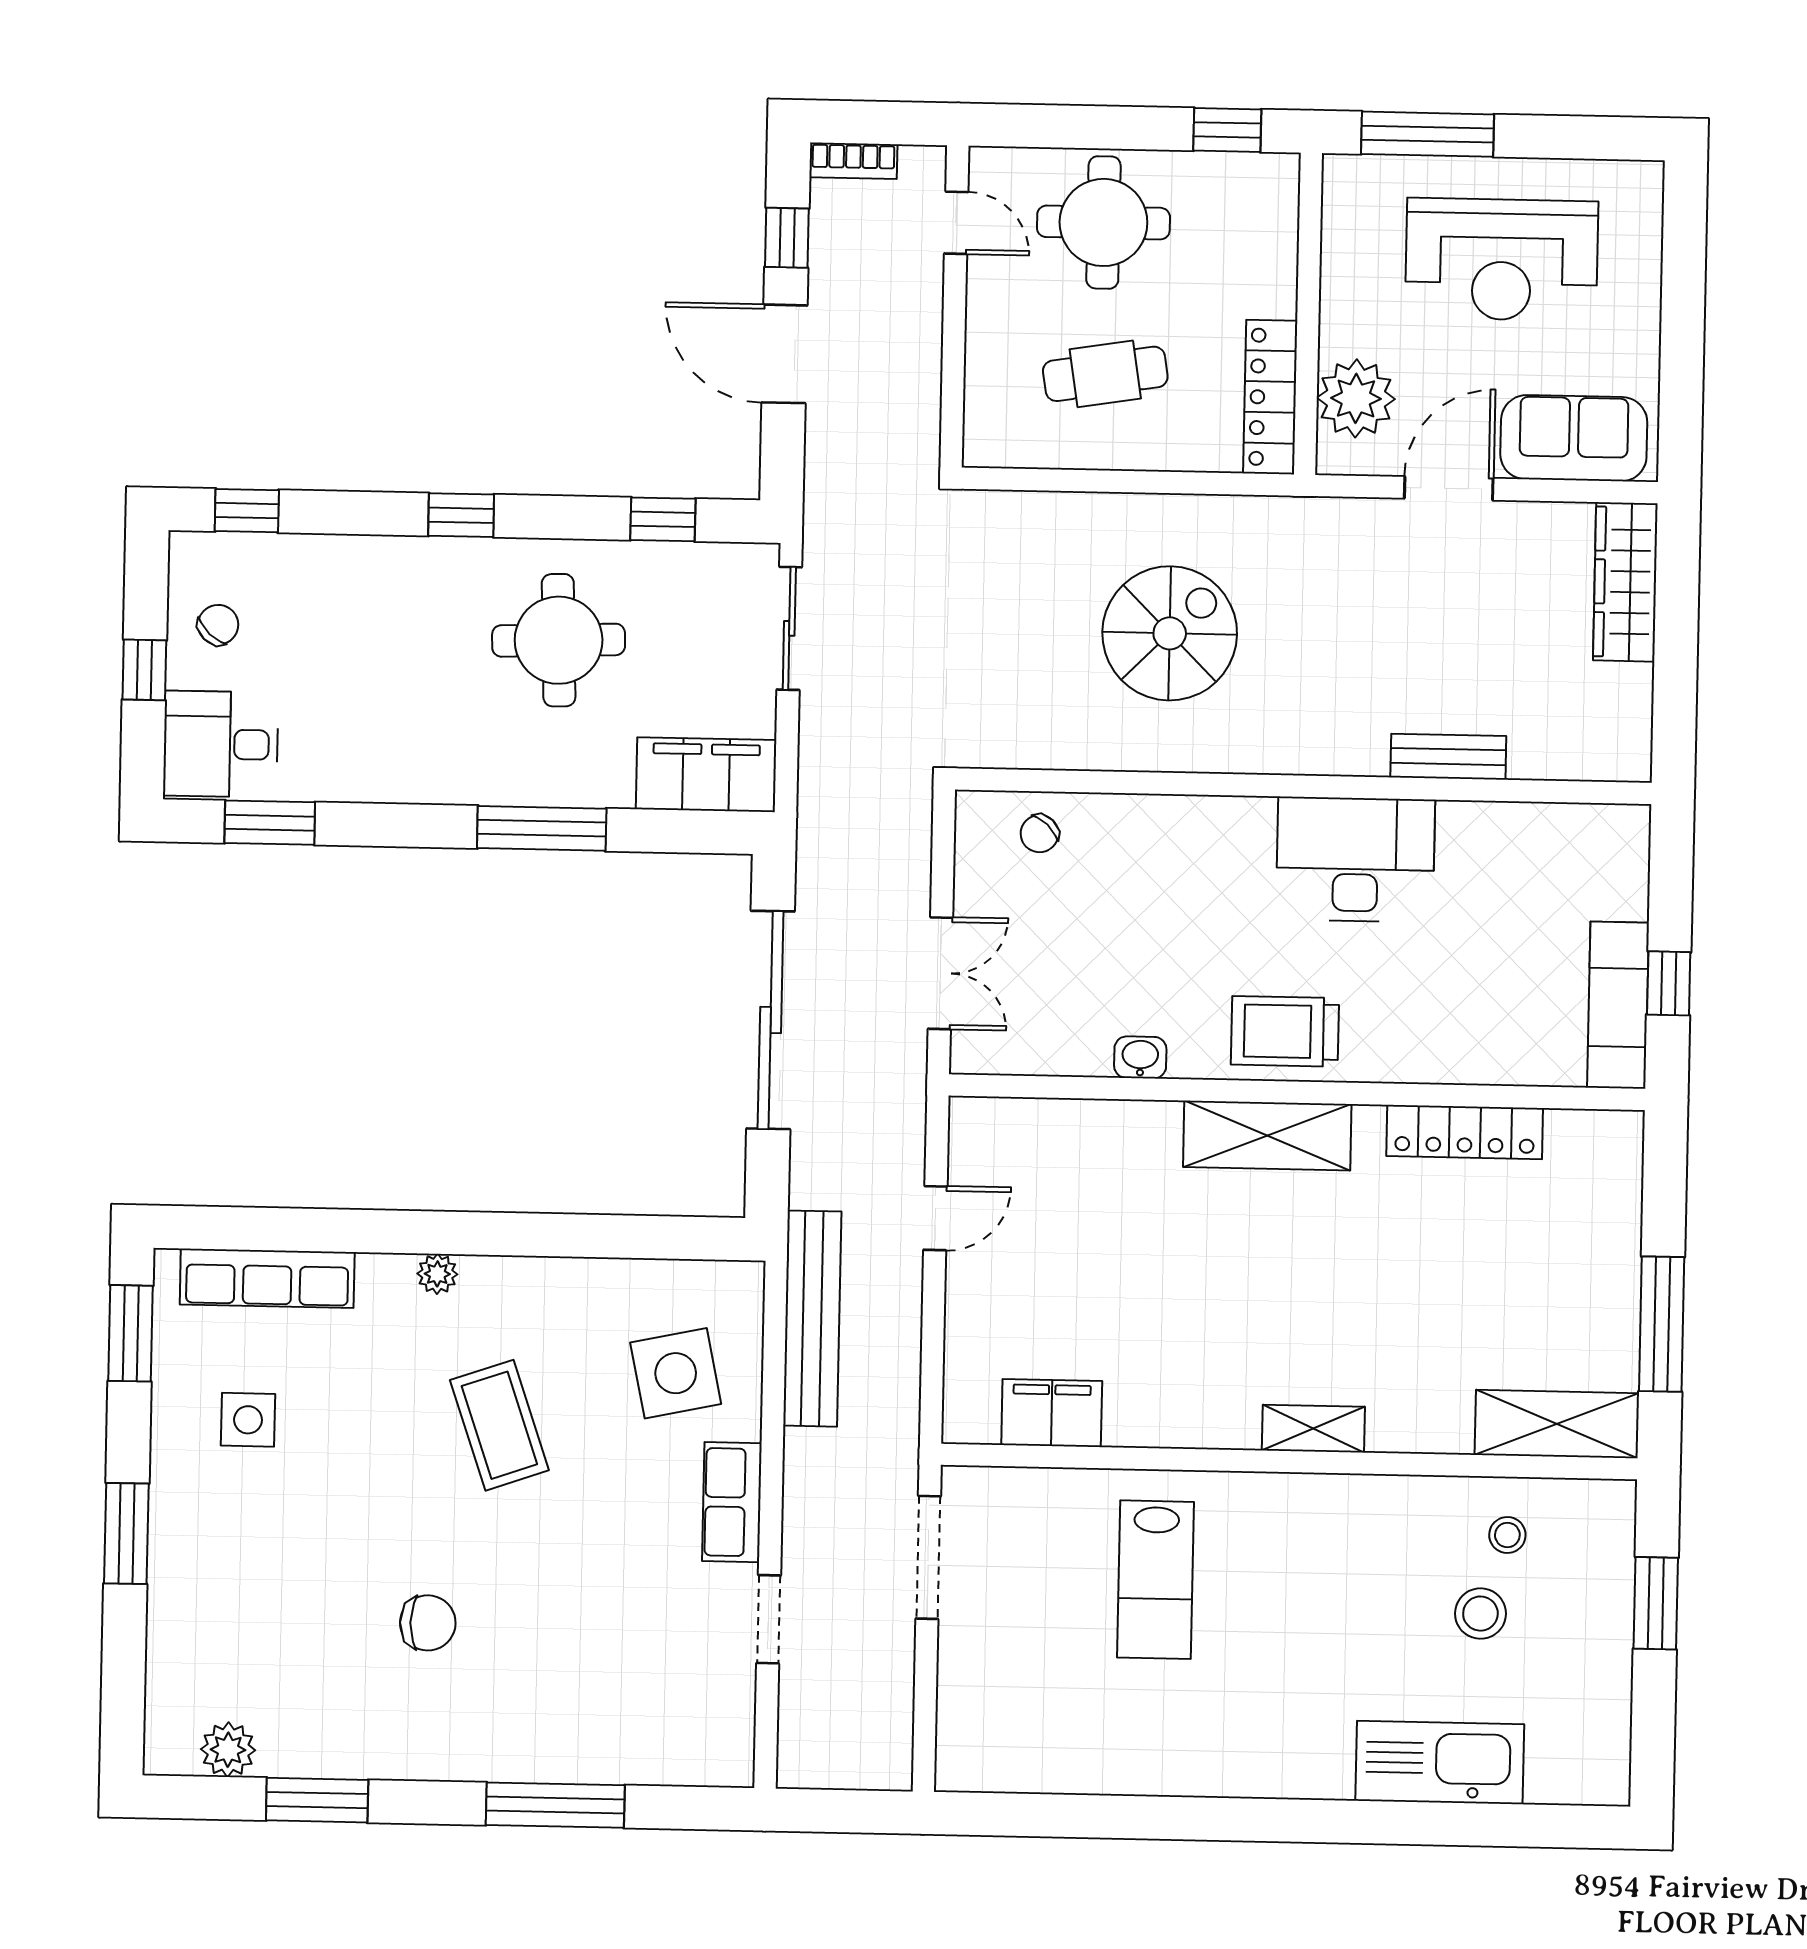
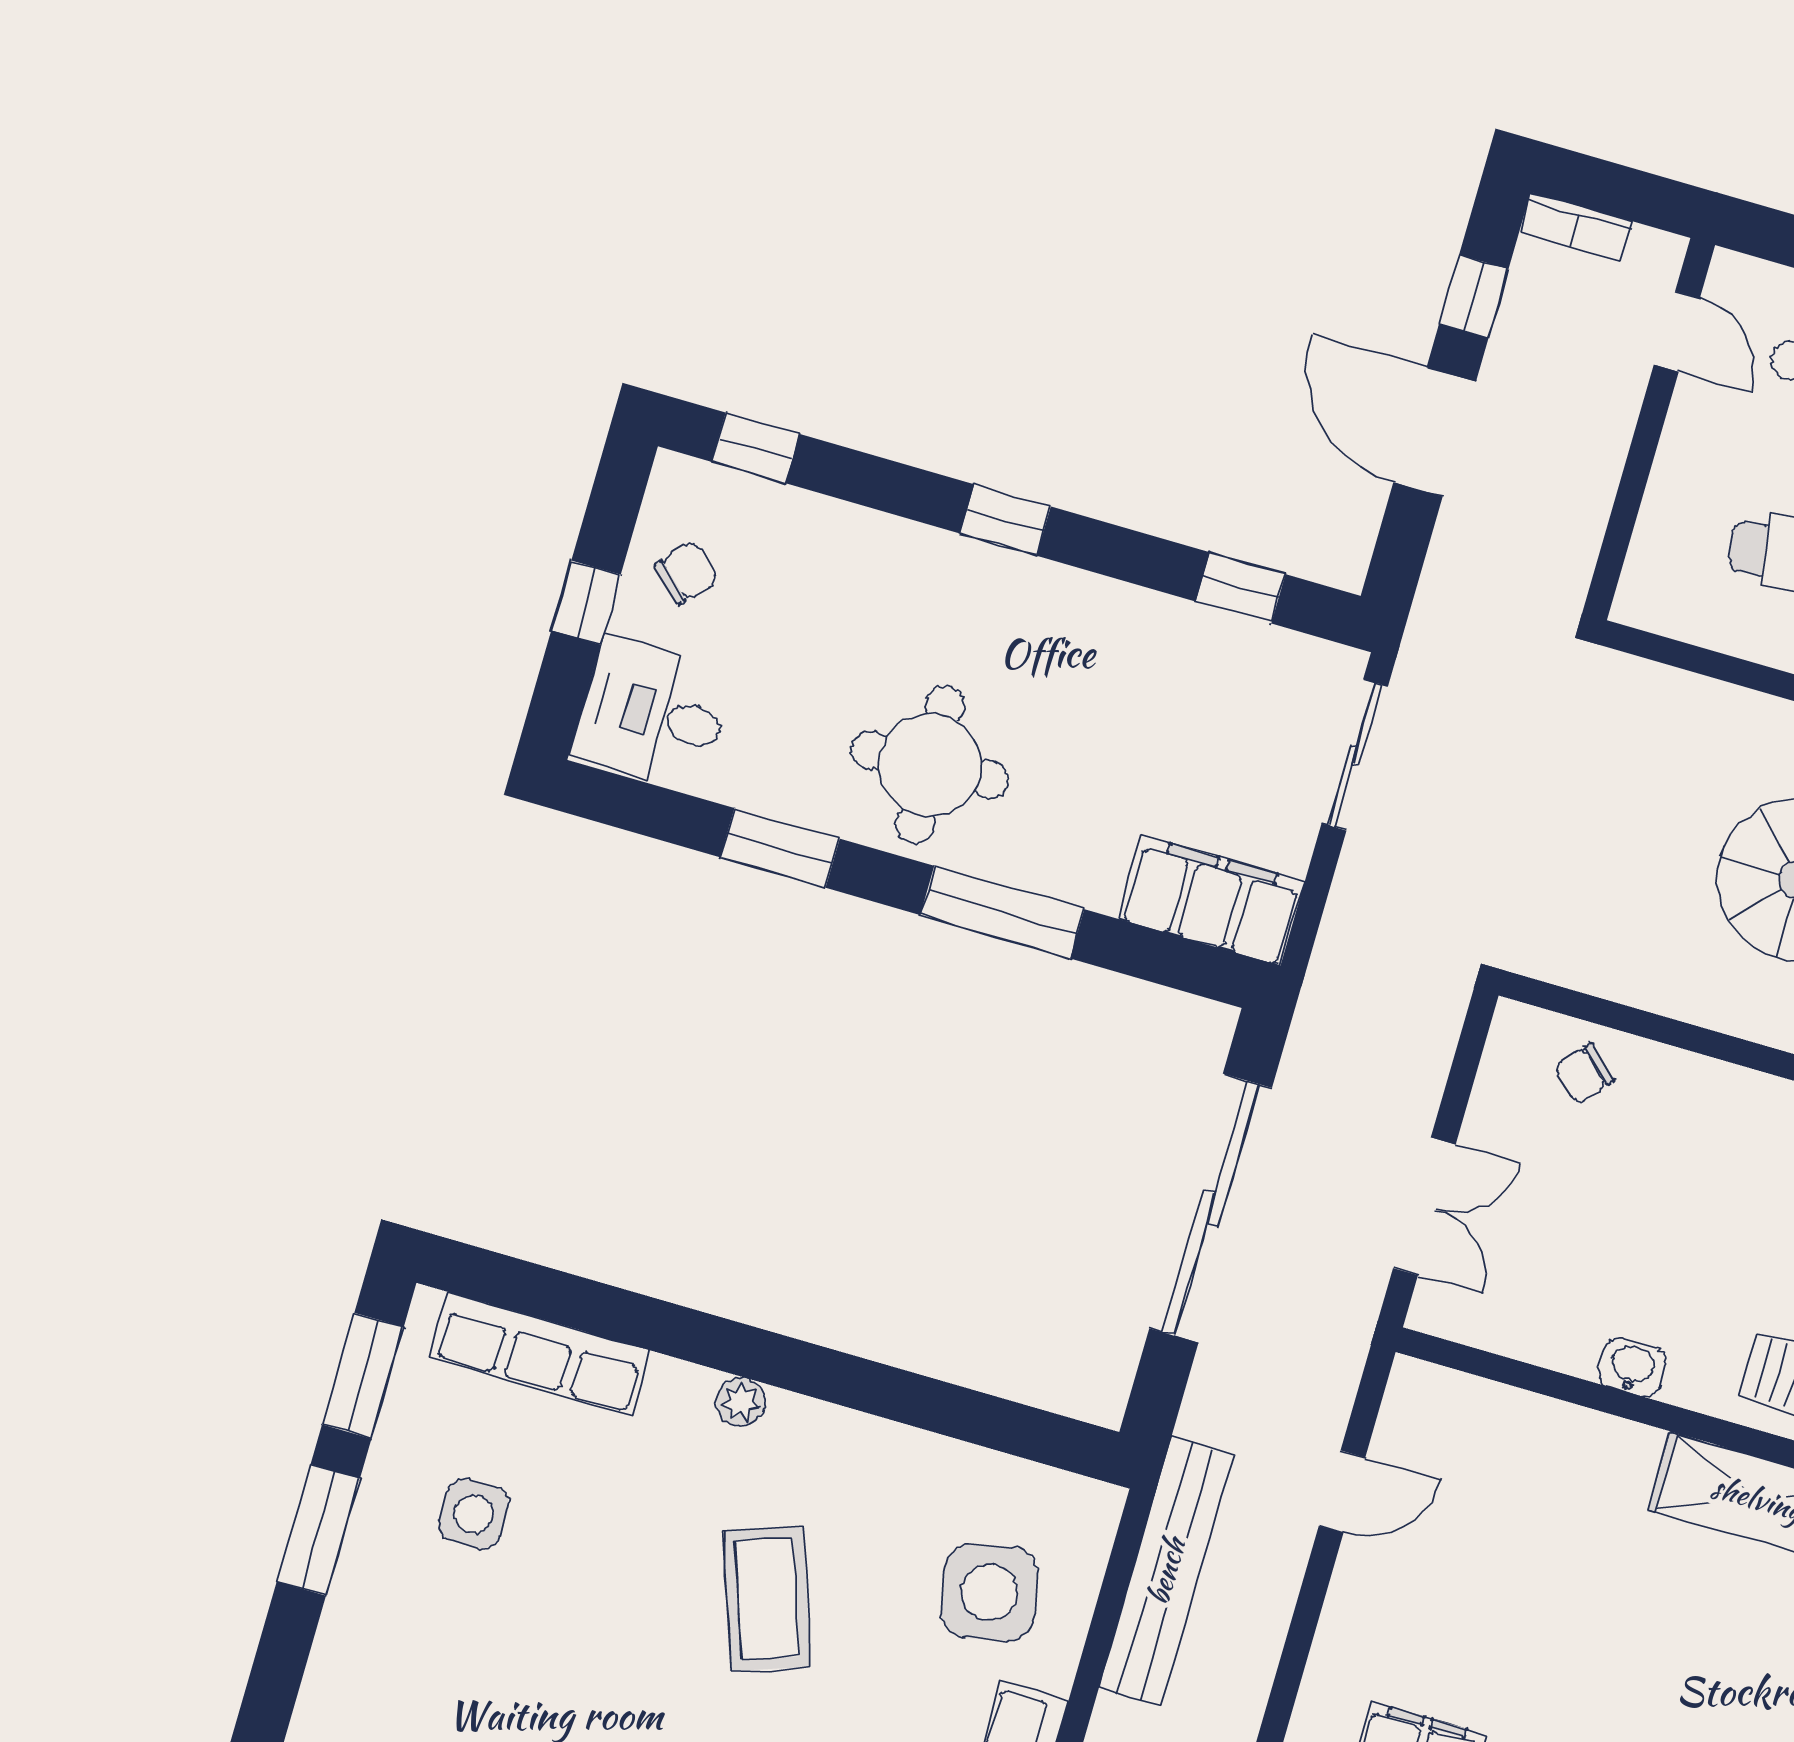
round table: (559, 640) -> (930, 765), moved
window: (270, 823) -> (780, 848), moved
window: (126, 1534) -> (318, 1530), moved

